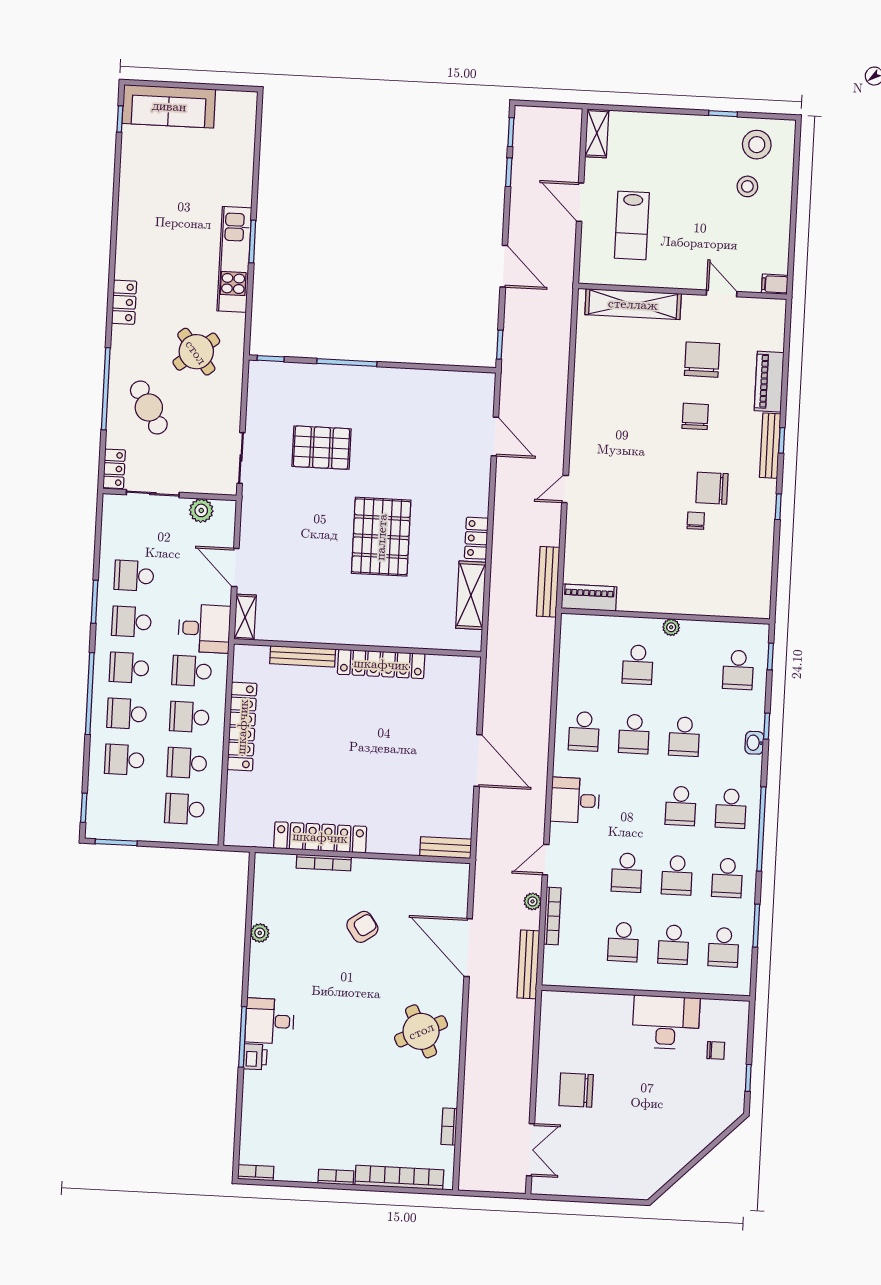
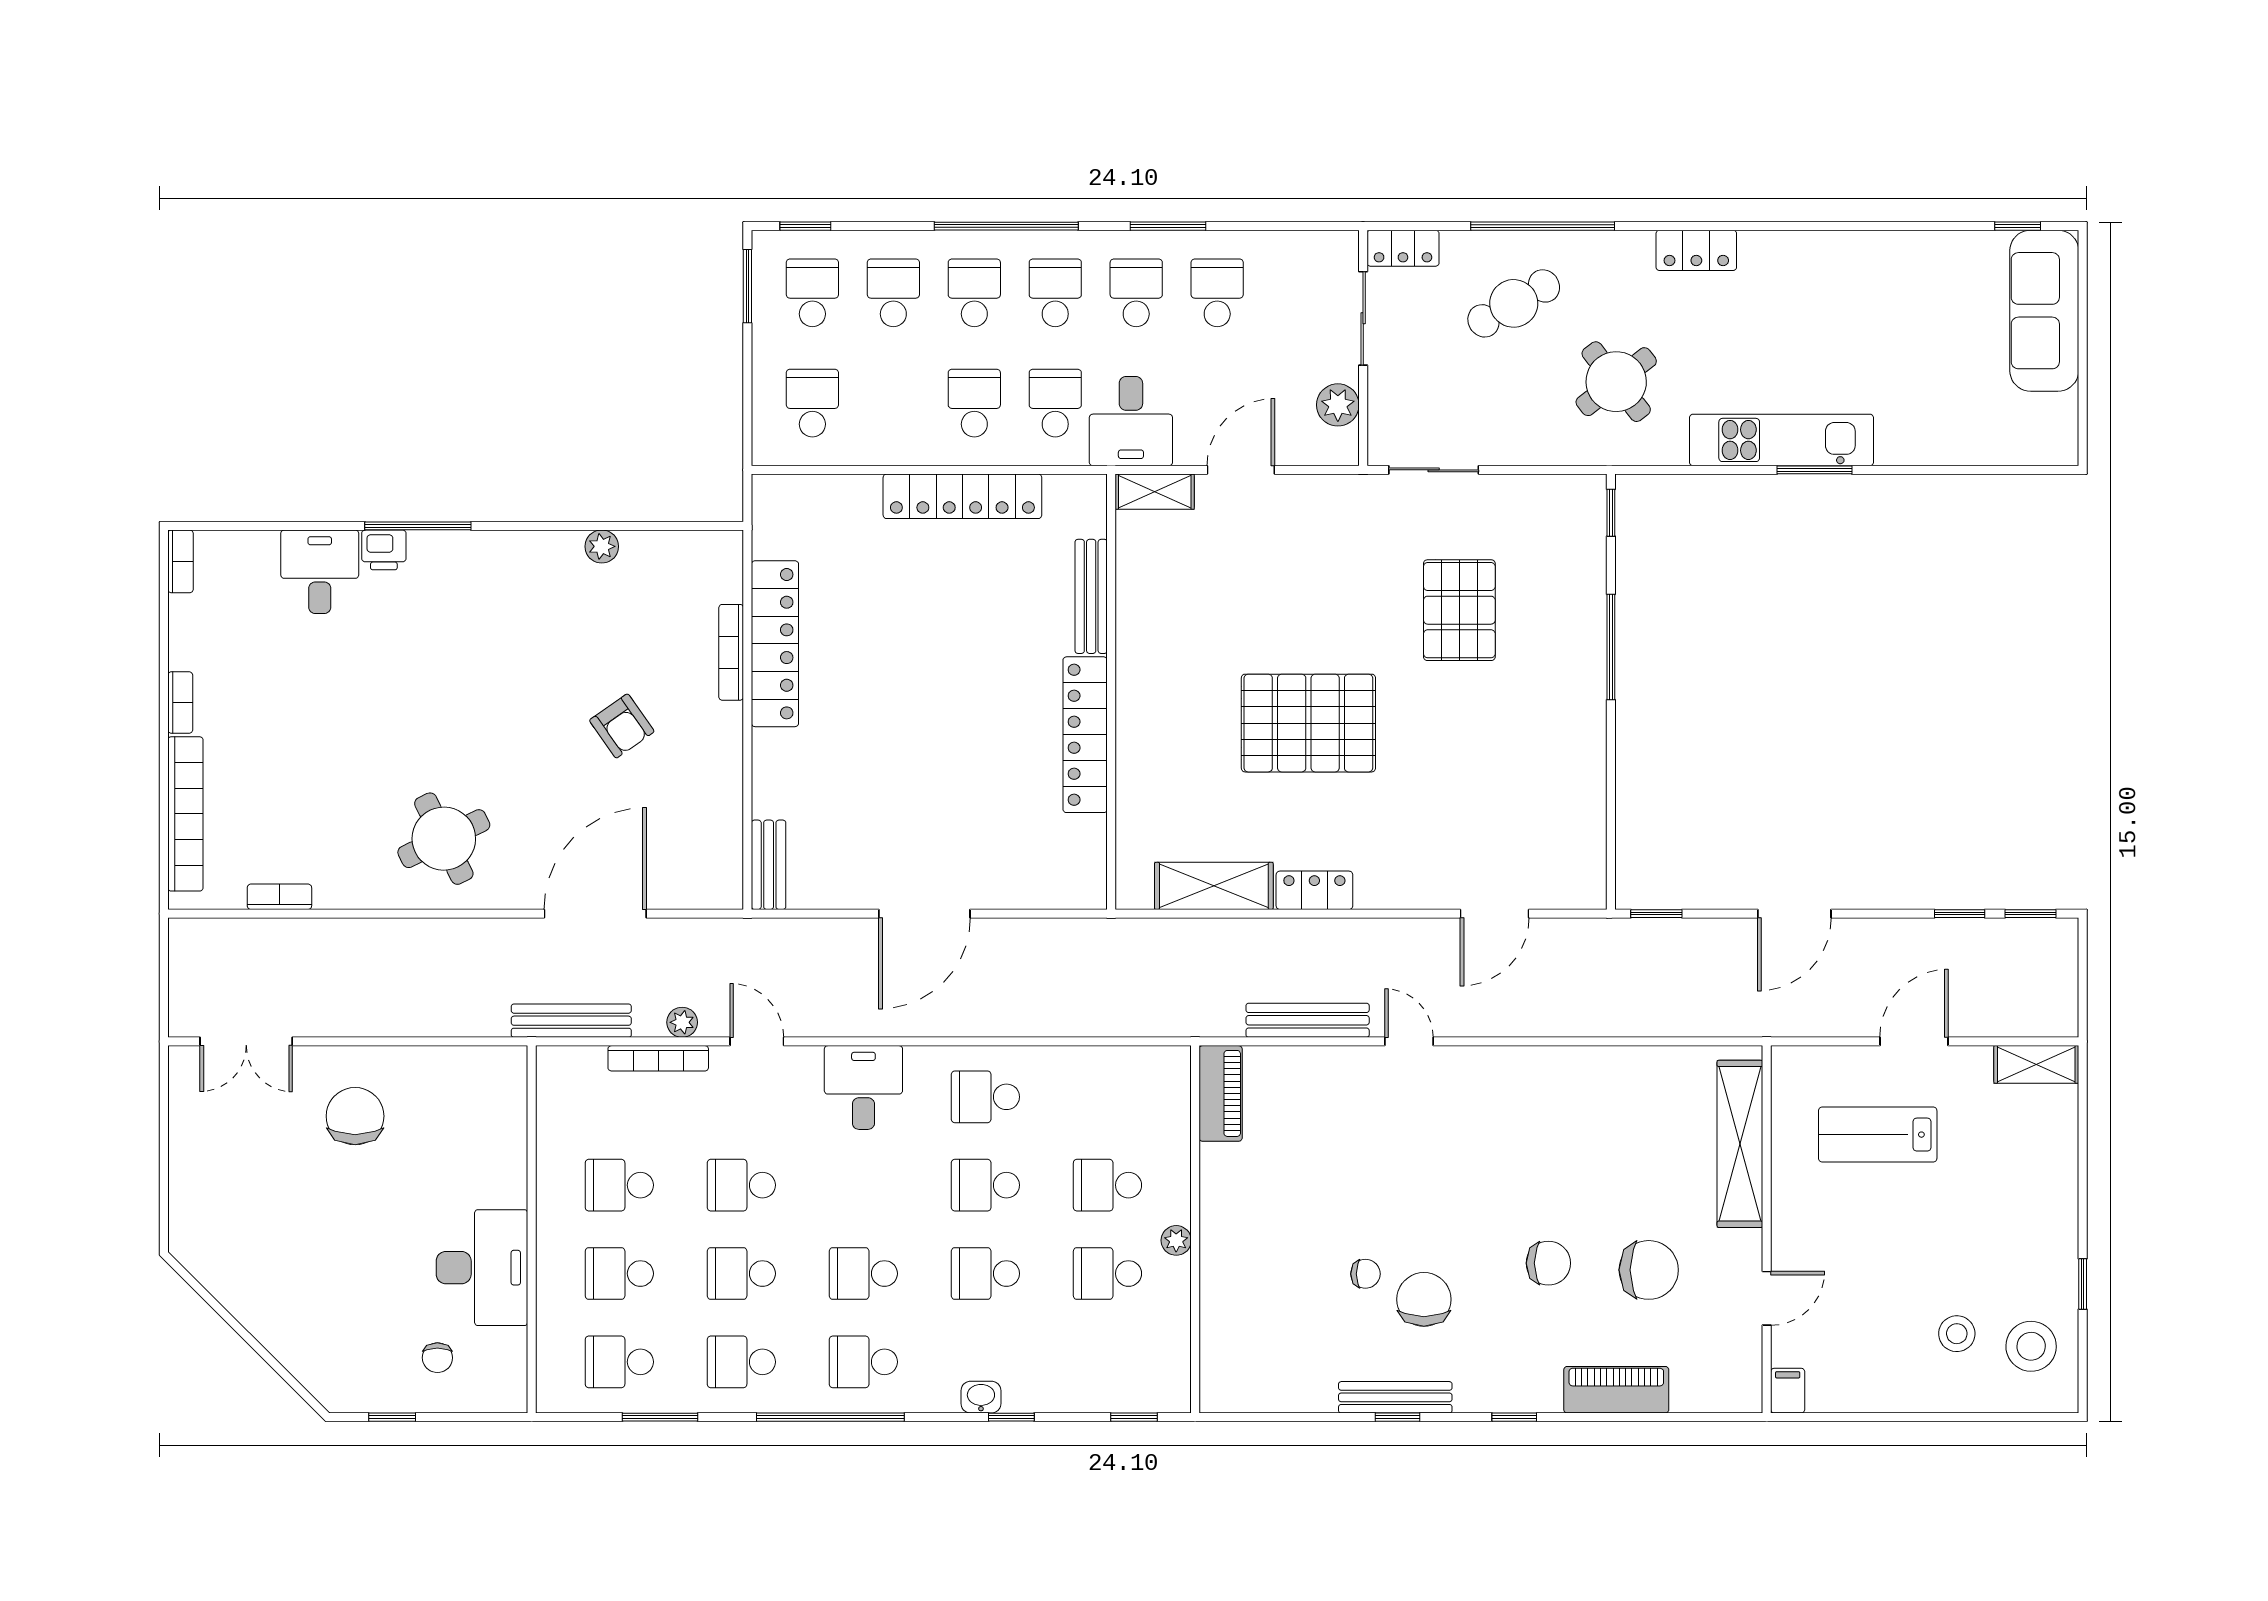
bench: (770, 446) -> (1395, 1397), moved
bench: (548, 582) -> (1308, 1020), moved
school desk: (738, 670) -> (1107, 1274), moved
school desk: (187, 763) -> (812, 293), moved
desk: (270, 1021) -> (320, 572), moved

